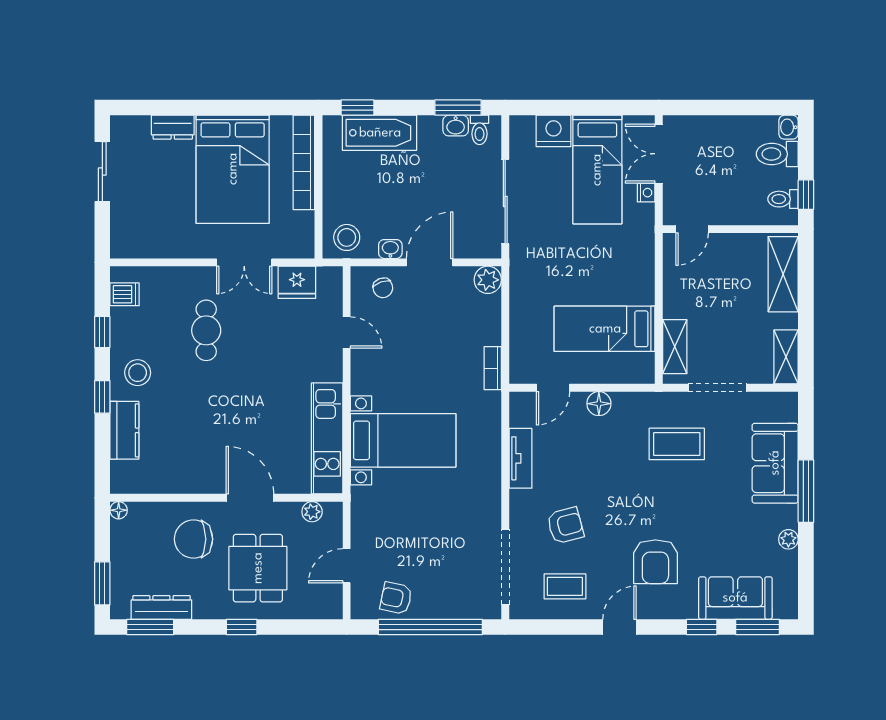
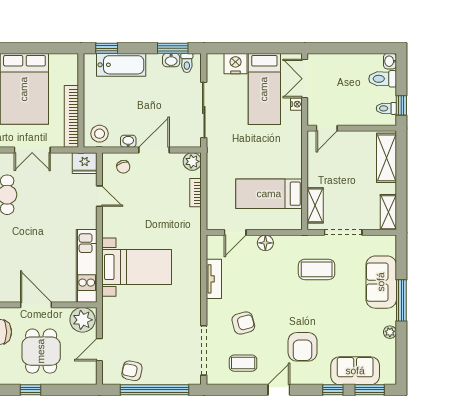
bookcase: (304, 162) -> (71, 116), moved
fridge: (297, 282) -> (85, 163), moved
bookcase: (493, 368) -> (196, 193), moved
plant: (312, 512) -> (83, 320), width x1.87, depth x1.87

